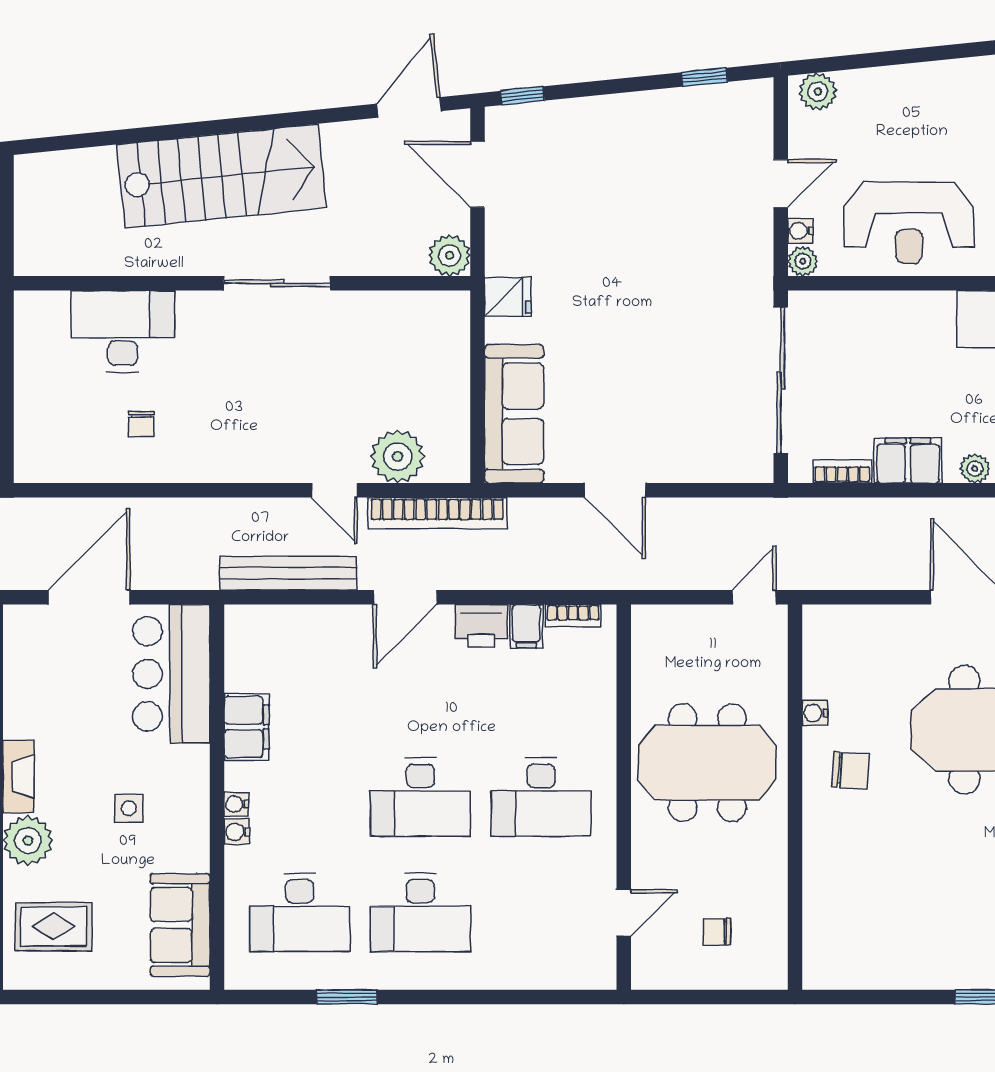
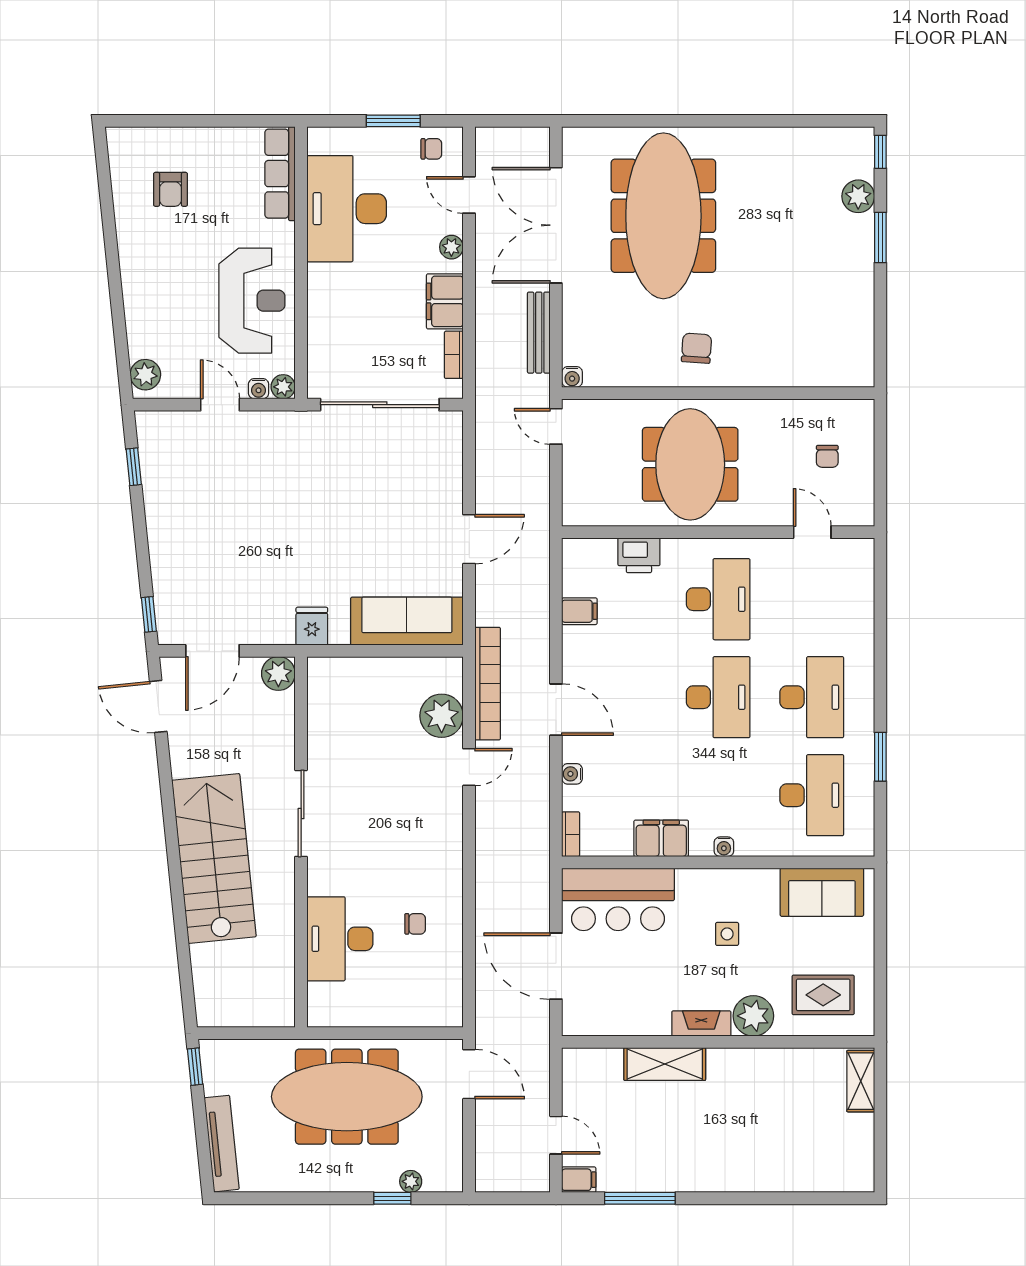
bench: (288, 573) -> (539, 333), moved, width x0.73, depth x0.82
bookcase: (573, 615) -> (571, 834), moved
printer: (481, 626) -> (639, 555), moved, turned 90
water cooler: (815, 713) -> (572, 377), moved
water cooler: (237, 832) -> (572, 774), moved, turned 90
rug: (54, 927) -> (823, 995), turned 90

